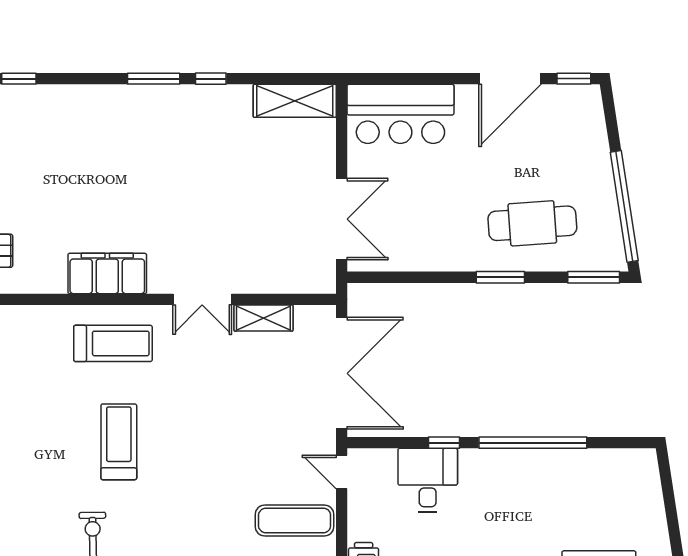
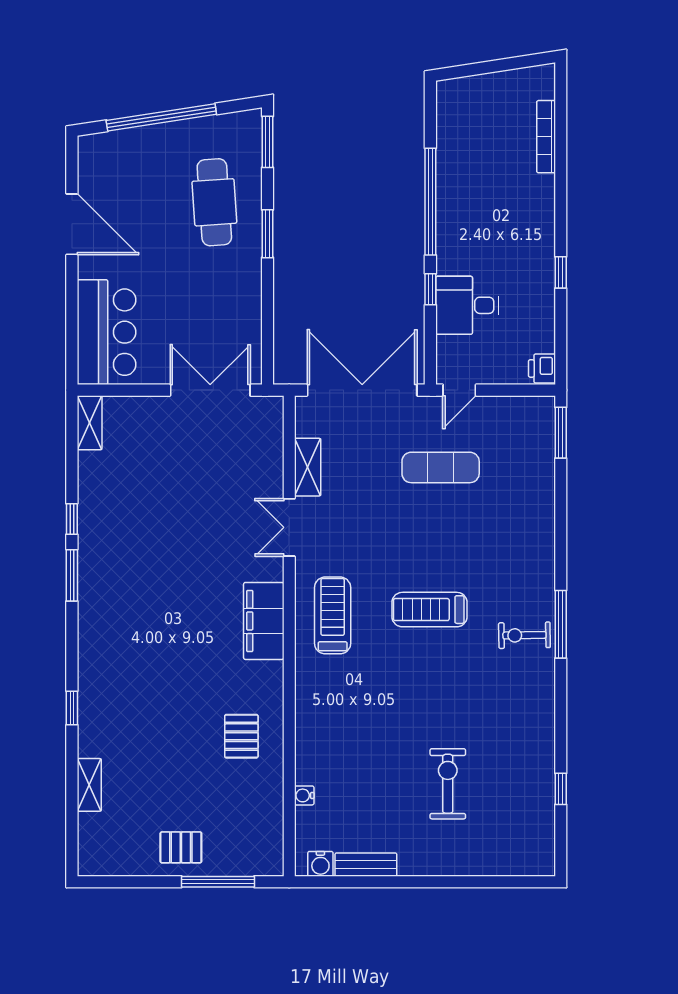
window: (574, 79) -> (72, 161), removed
shelving: (295, 101) -> (90, 423), width x0.67, depth x0.75
window: (624, 206) -> (161, 117), moved
double door: (202, 299) -> (289, 527), swing flipped
exercise mat: (295, 520) -> (441, 467), moved, turned 90

